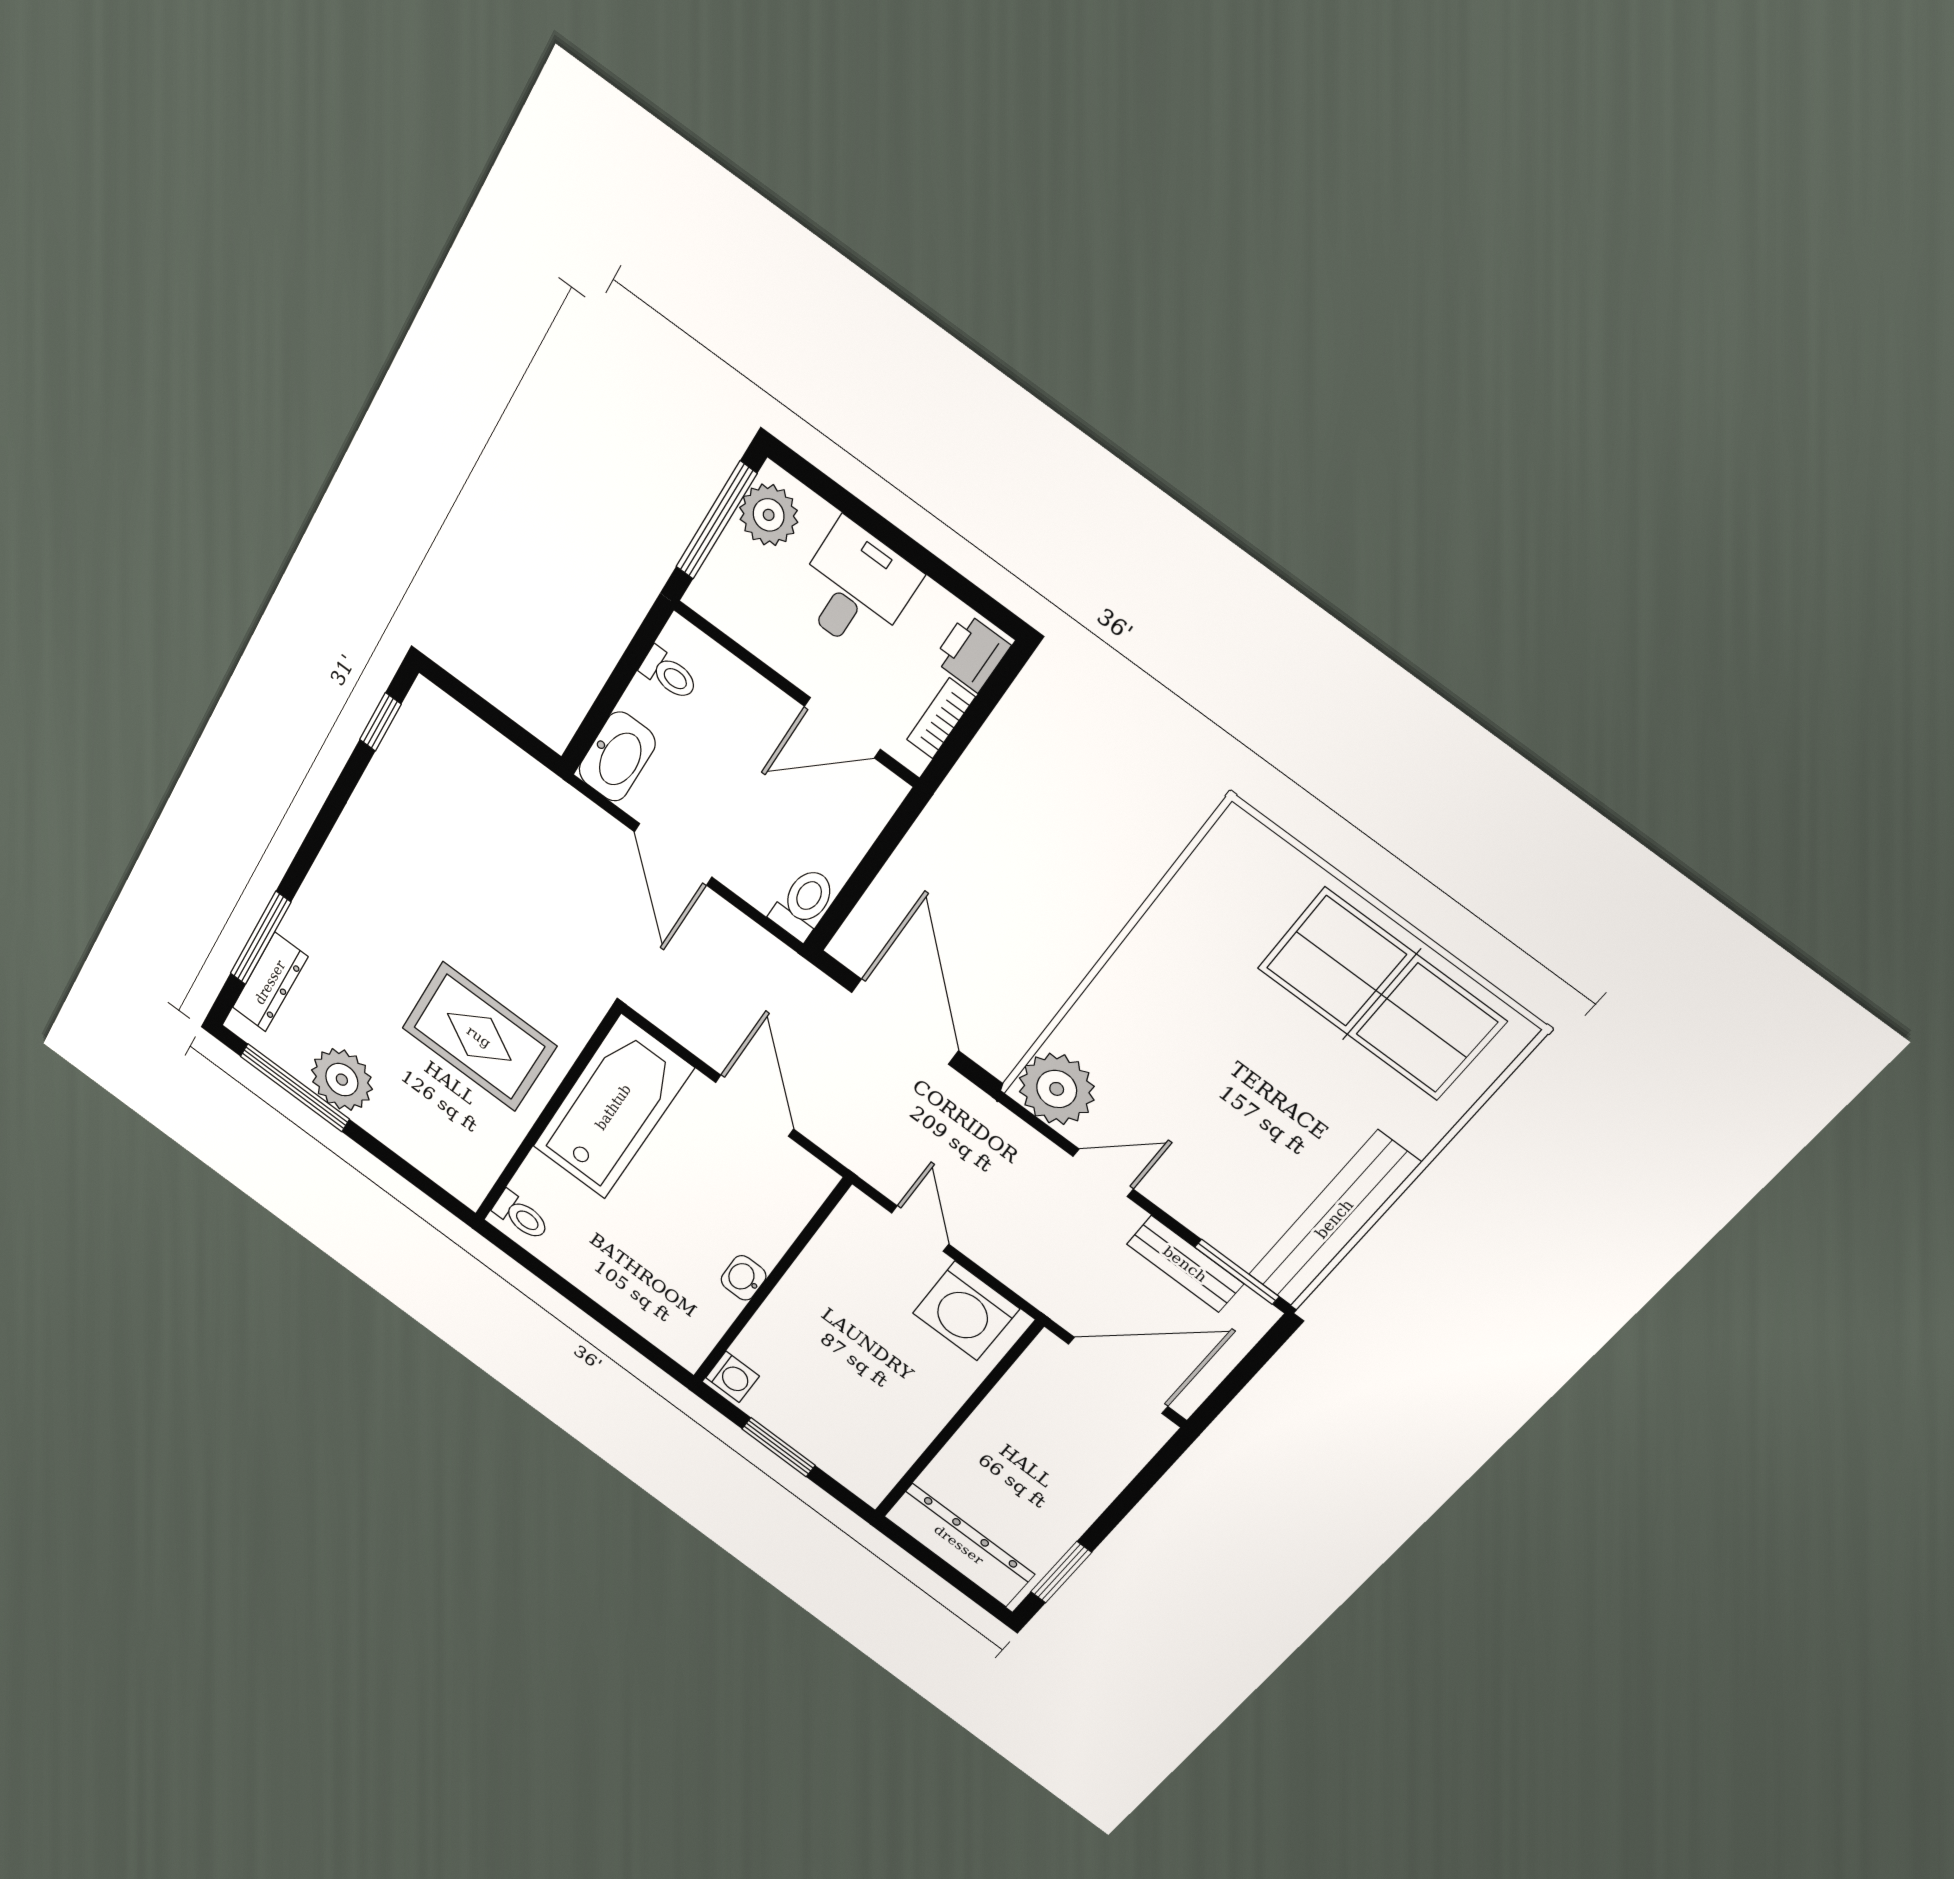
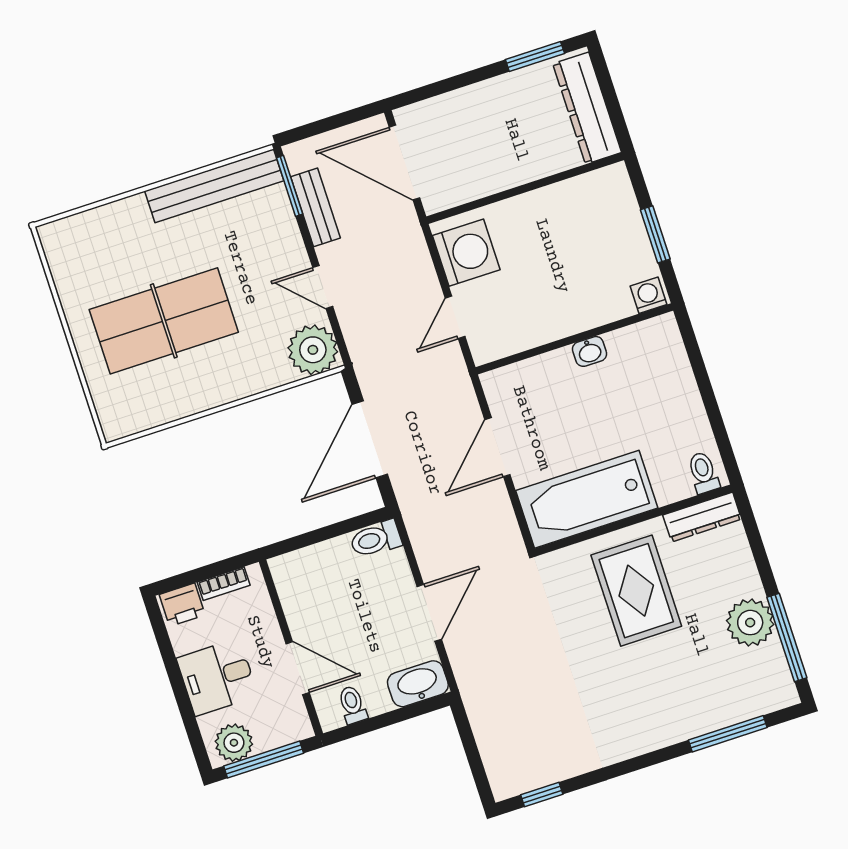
door: (842, 728) -> (298, 668), moved
dresser: (270, 982) -> (702, 517), moved, turned 180
table tennis table: (1381, 995) -> (164, 321), moved, turned 90

